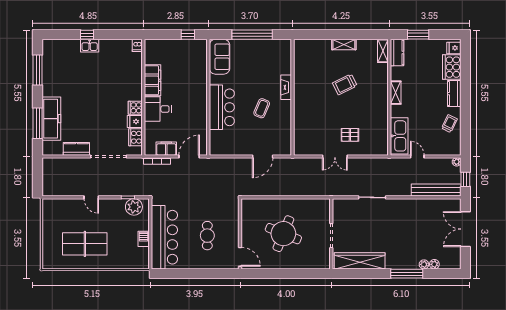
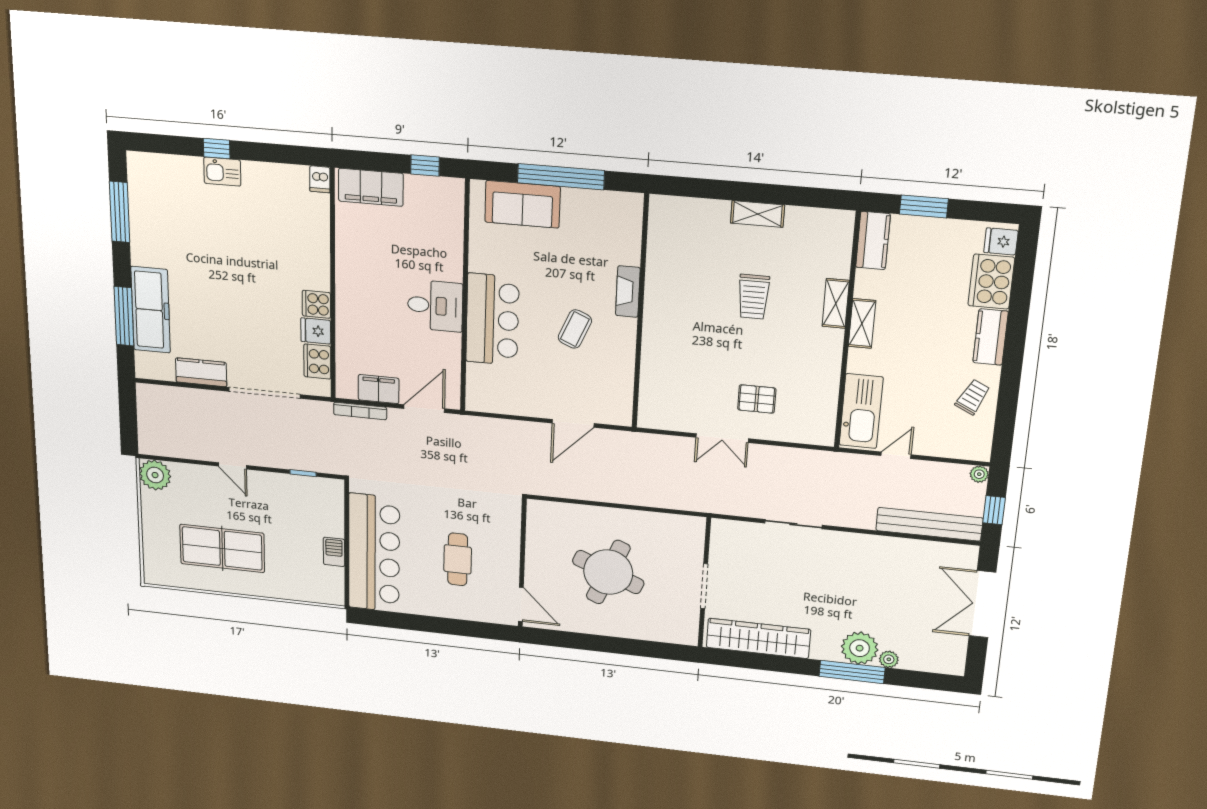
shelving: (383, 51) -> (836, 303), moved
sofa: (220, 57) -> (522, 204), moved, turned 90
filing cabinet: (153, 80) -> (371, 187), moved, turned 90
trolley: (345, 84) -> (753, 297), turned -64
desk: (158, 109) -> (435, 306), moved, turned 180
door: (417, 156) -> (896, 455), hinge flipped
plant: (134, 207) -> (155, 475), moved
plant: (434, 264) -> (860, 648), moved, width x1.87, depth x1.87

